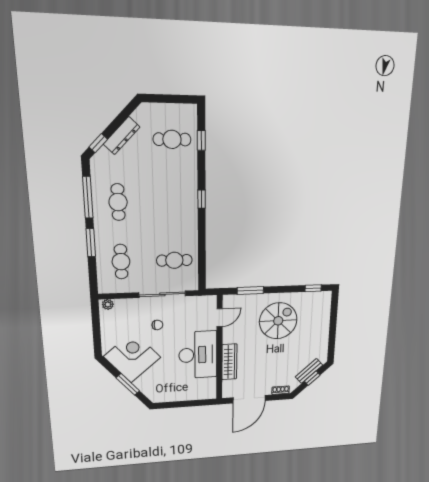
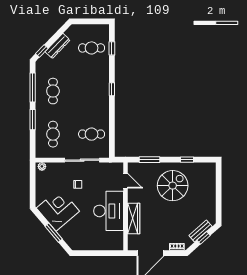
window: (313, 288) -> (187, 160), moved
door: (220, 318) -> (126, 181), hinge flipped

